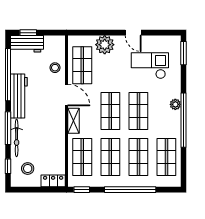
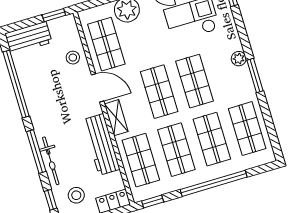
window: (28, 33) -> (54, 15), moved
workbench: (19, 96) -> (101, 144), moved, turned 180
window: (184, 120) -> (255, 76), width x0.47

